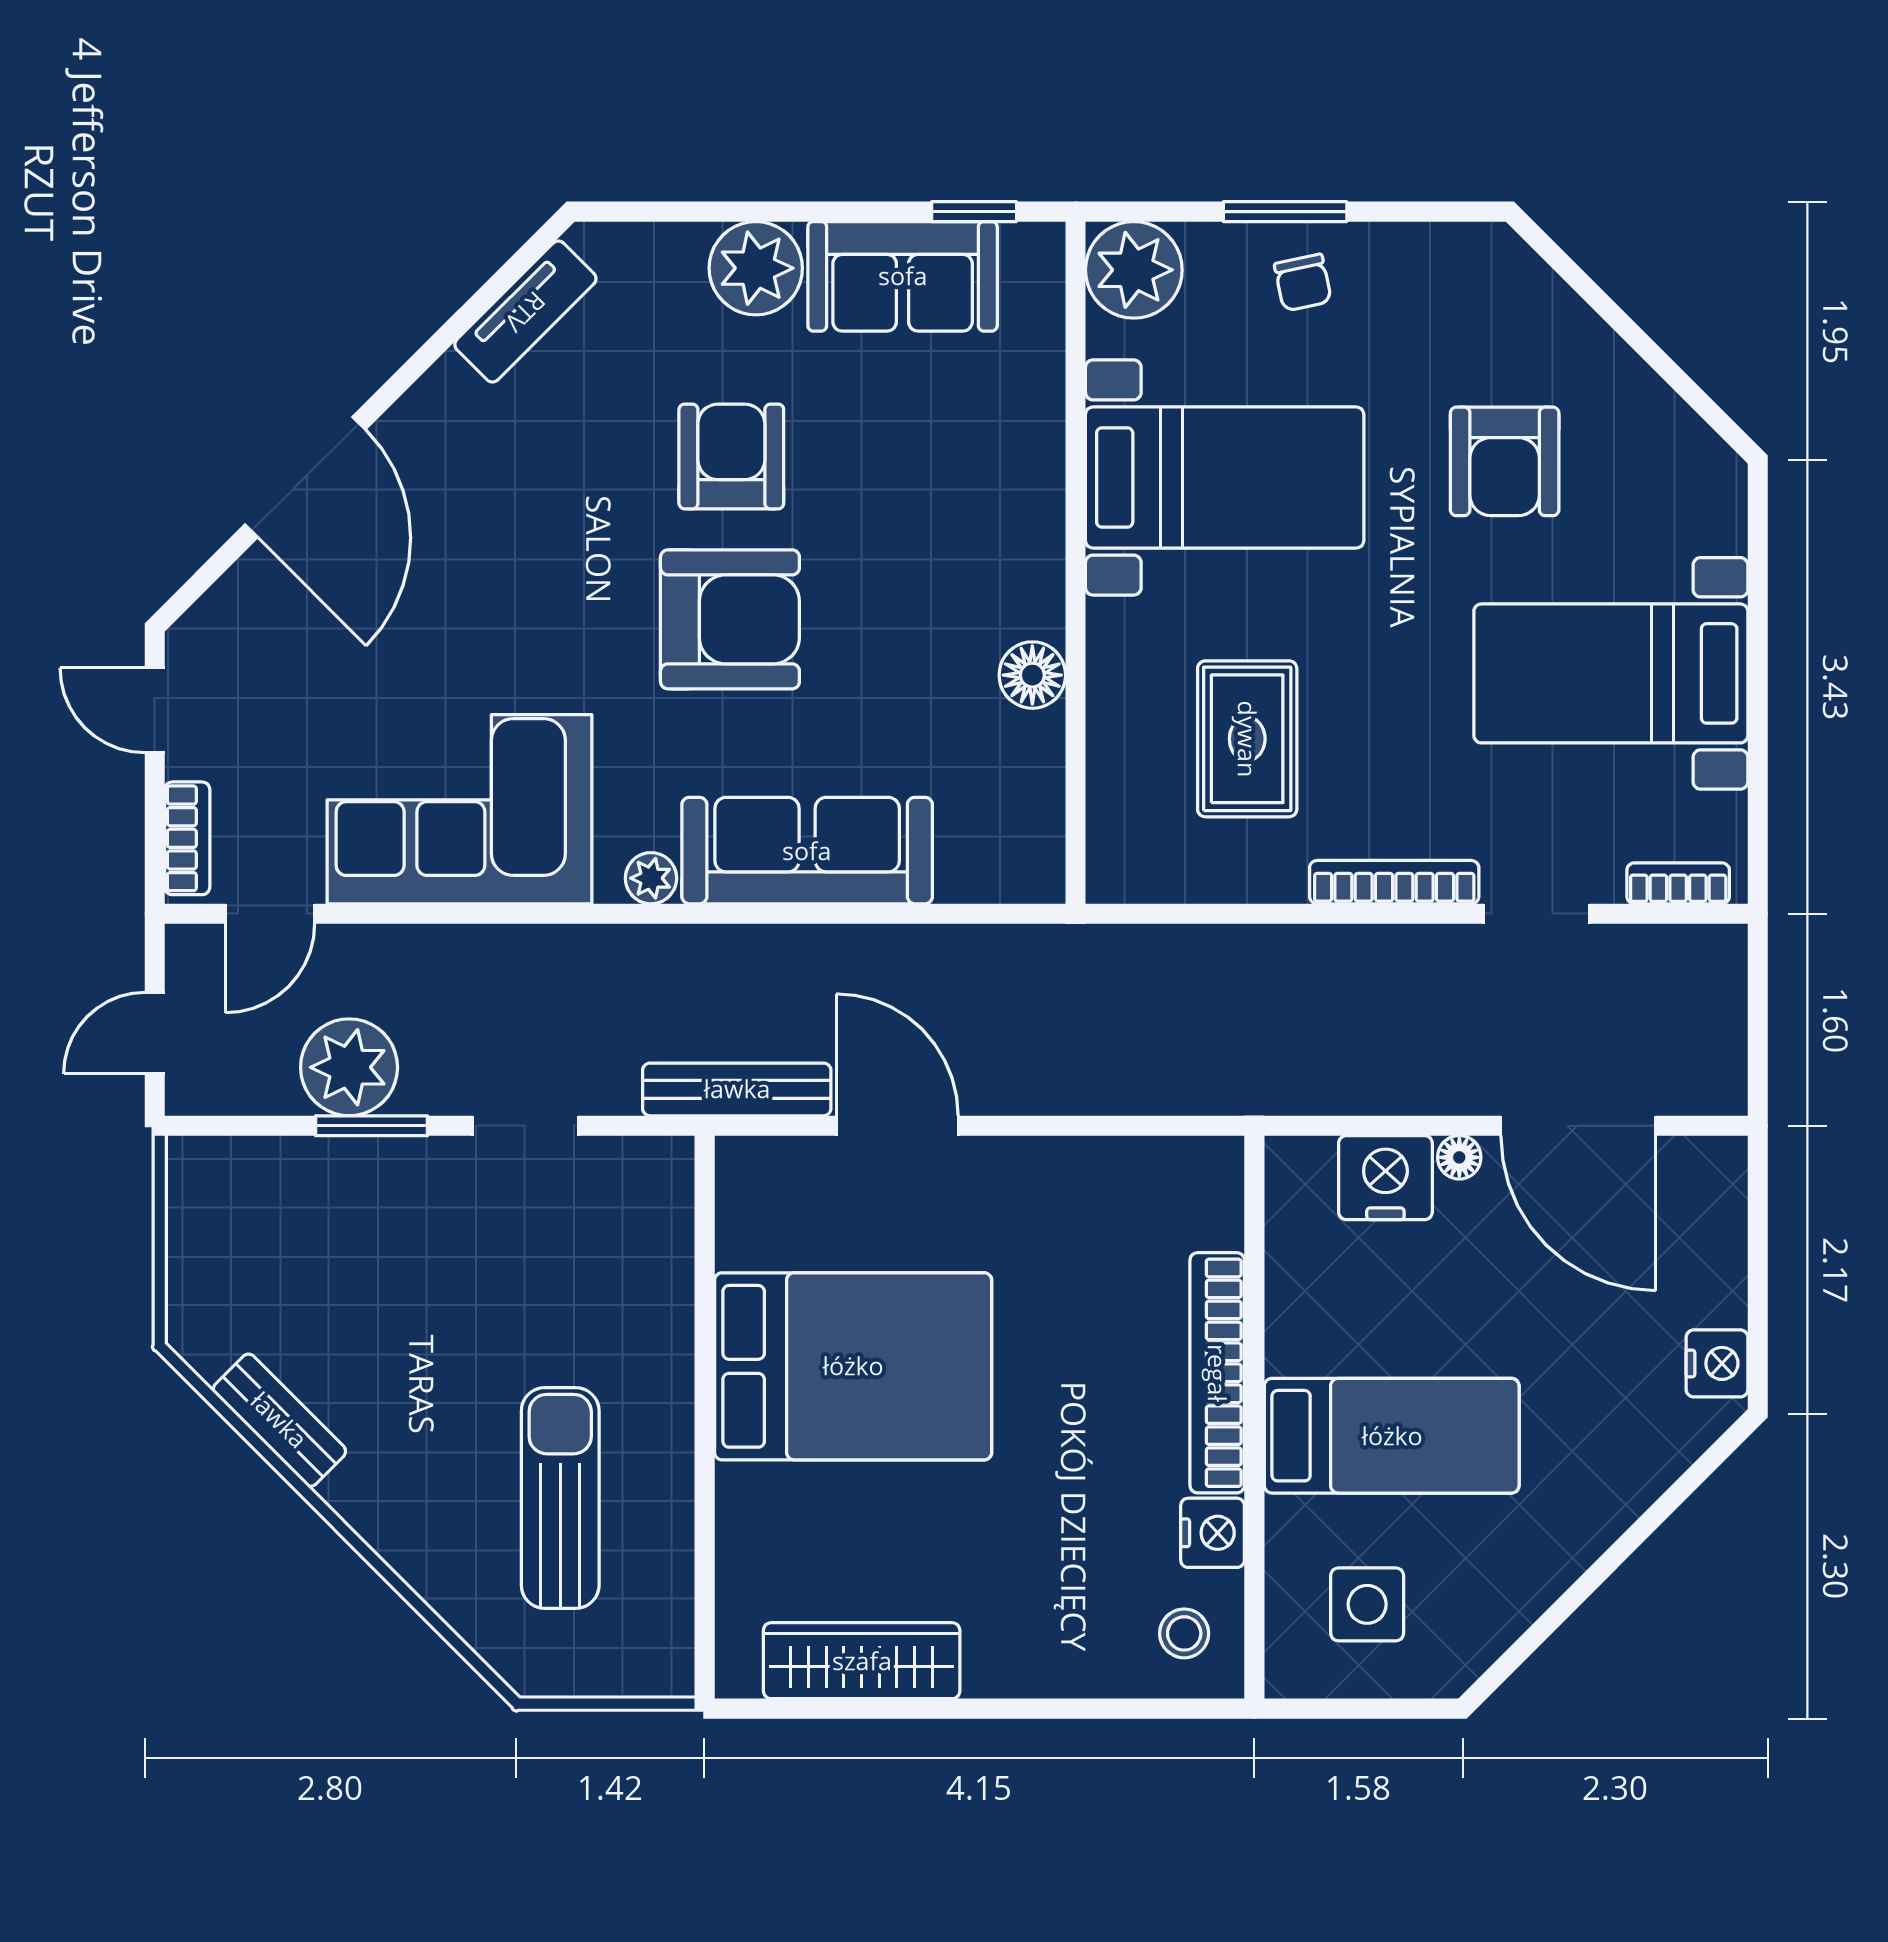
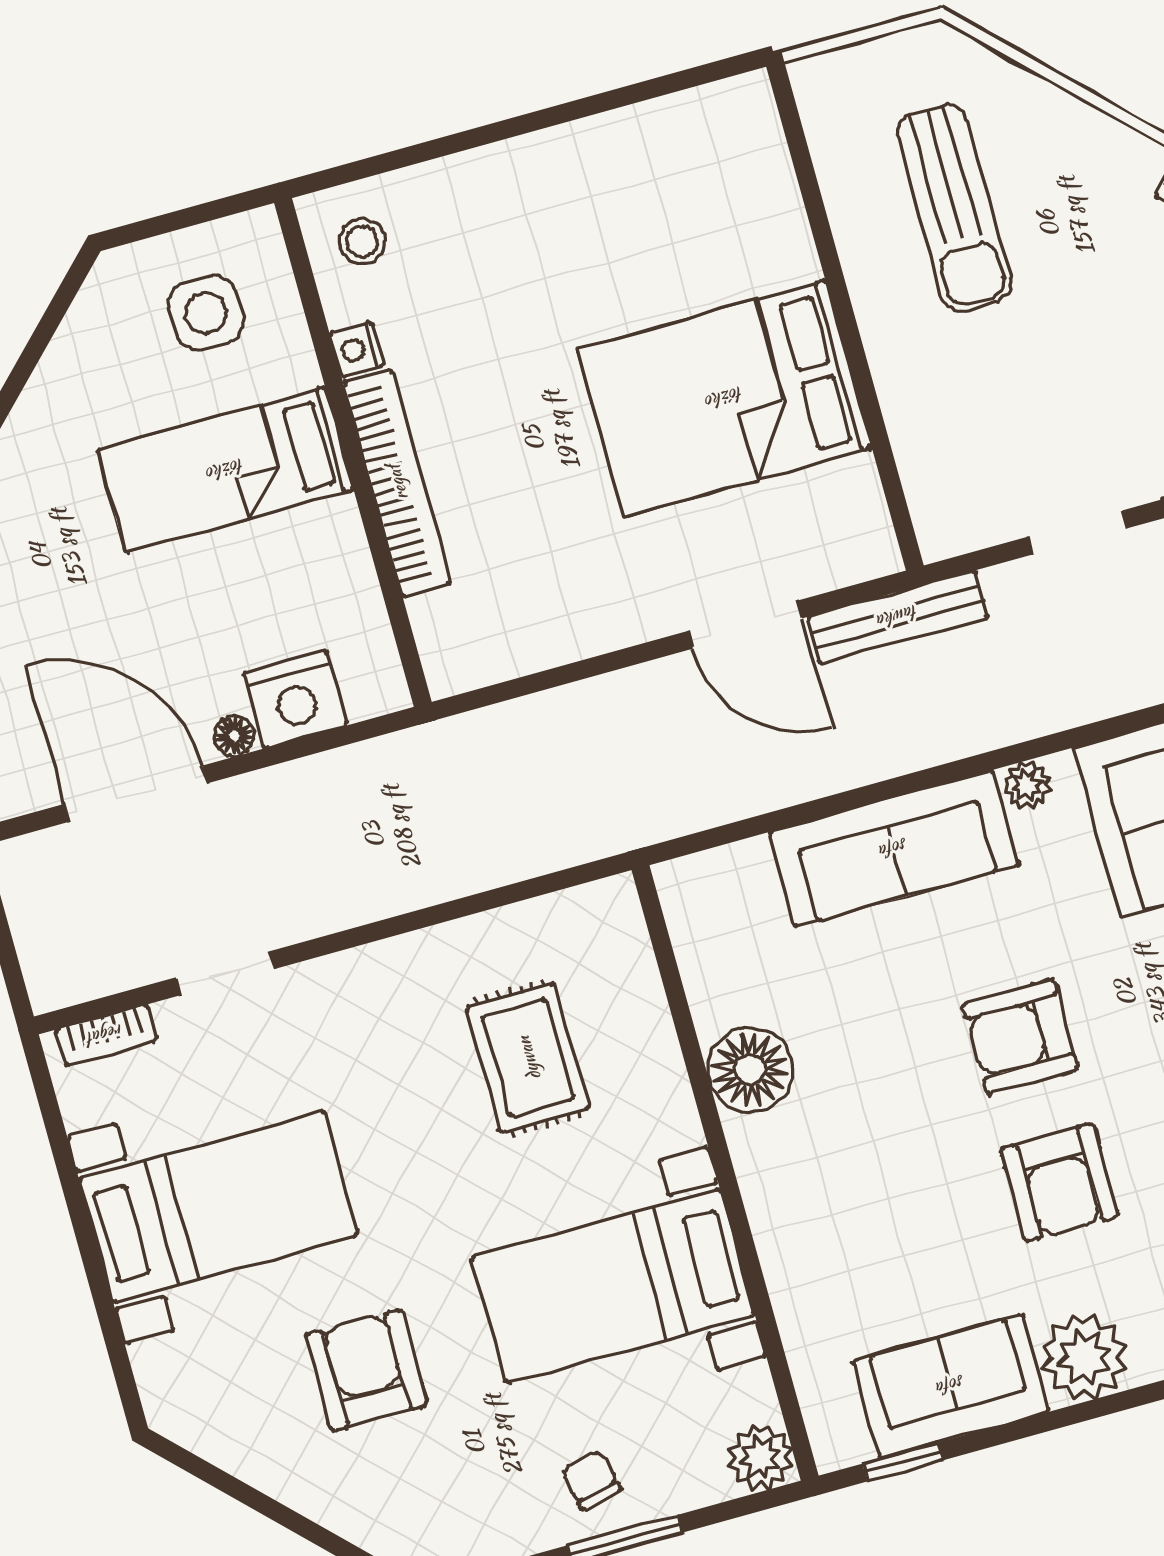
plant: (1134, 270) -> (760, 1458), width x0.73, depth x0.73
armchair: (730, 619) -> (1020, 1036), width x0.73, depth x0.73
floor lamp: (1032, 675) -> (750, 1070), width x1.38, depth x1.38
bookcase: (1394, 882) -> (361, 966), removed
nightstand: (1213, 1533) -> (357, 349), width x0.72, depth x0.74
wardrobe: (862, 1661) -> (644, 137), removed

